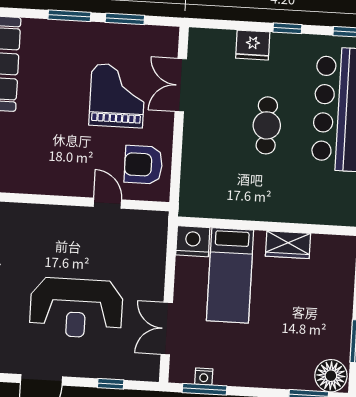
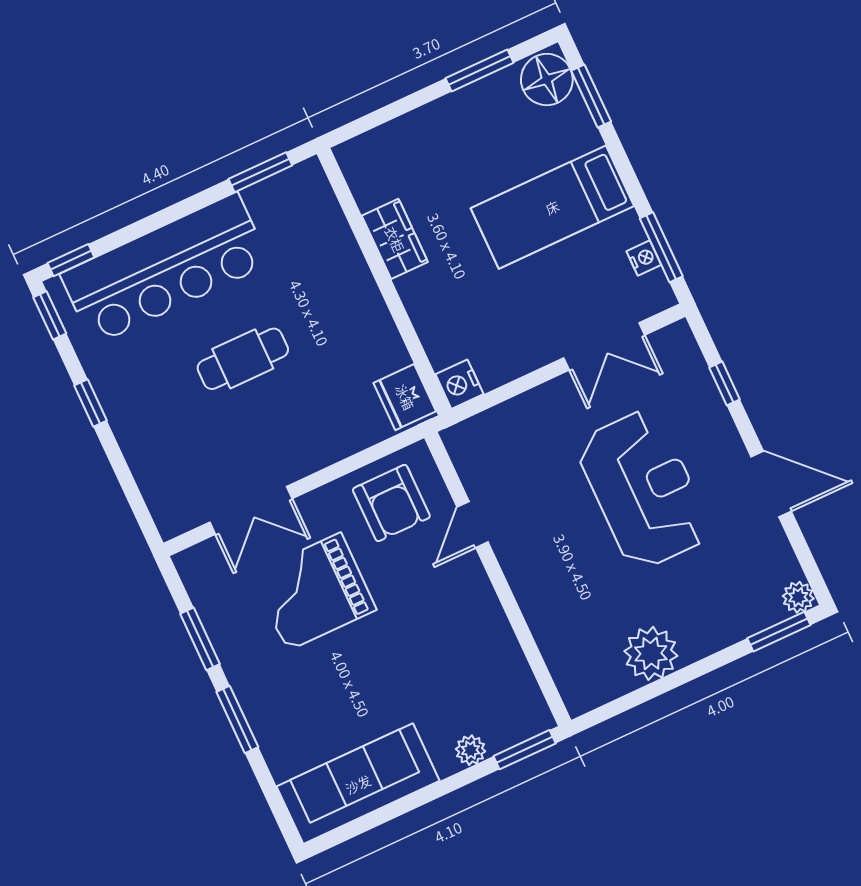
fridge: (253, 45) -> (405, 397), moved, turned 180
nightstand: (193, 241) -> (459, 384), width x0.74, depth x0.75
bed: (230, 275) -> (552, 207), moved, turned 180

